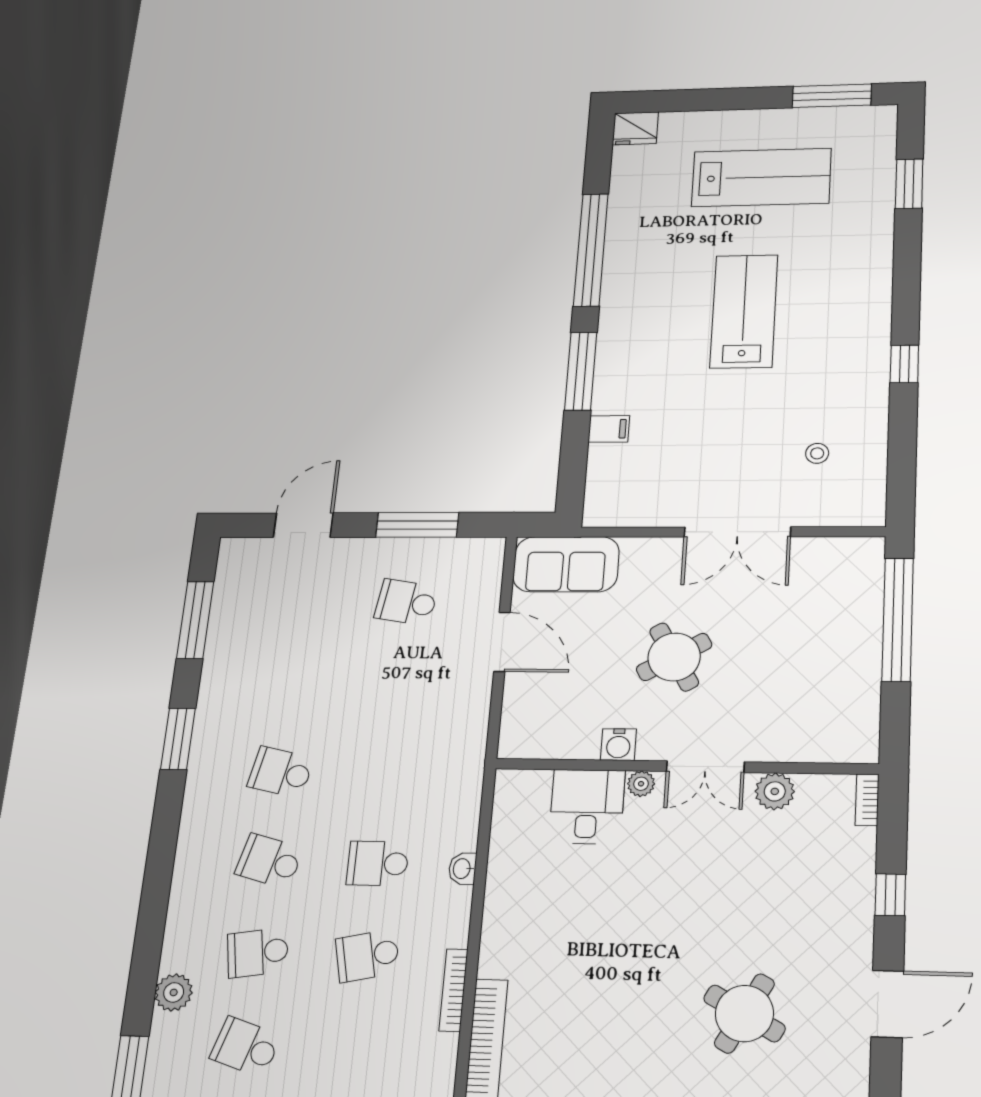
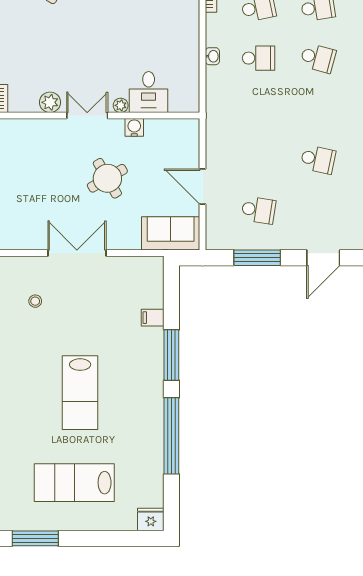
school desk: (281, 772) -> (318, 159), moved

